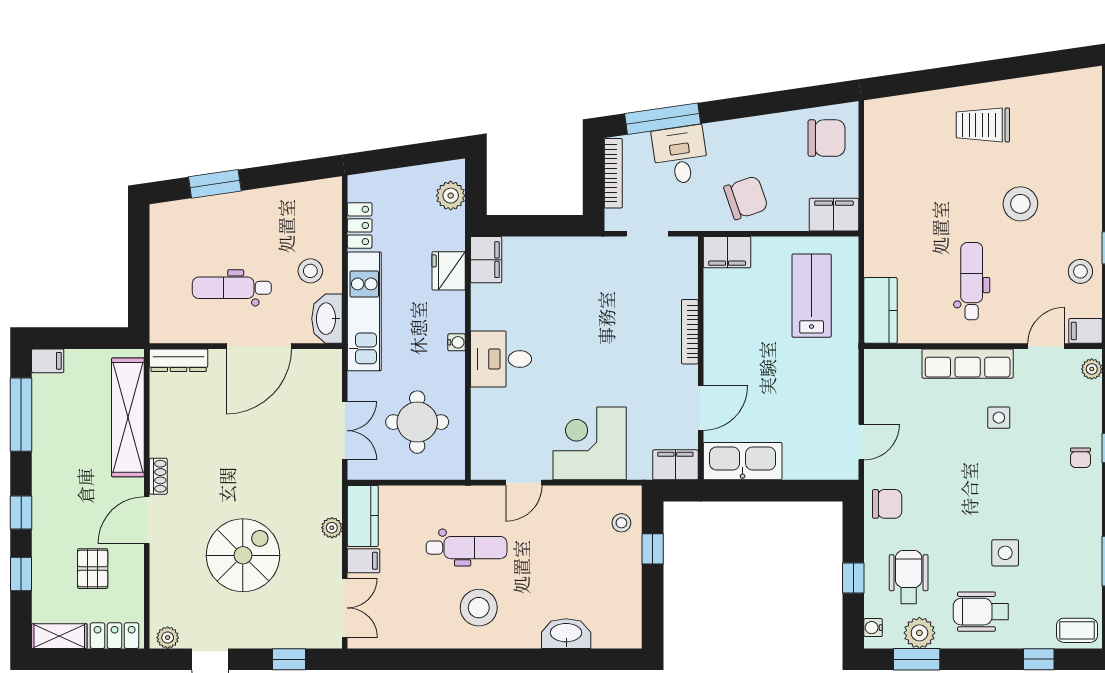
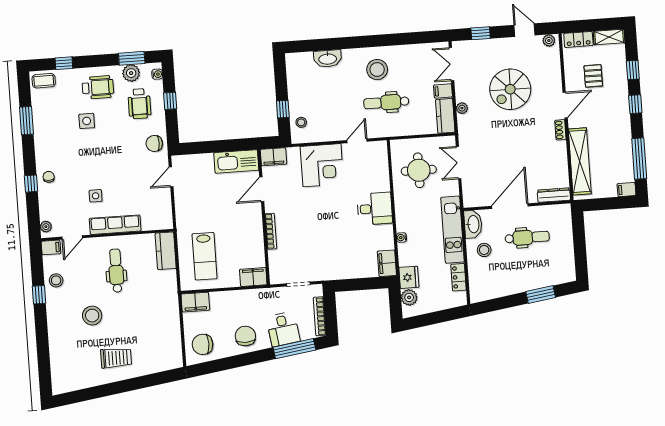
chair: (746, 198) -> (245, 336), moved, turned 109
fridge: (449, 271) -> (409, 277), moved
dental chair: (972, 281) -> (116, 271), turned 180
water cooler: (457, 342) -> (402, 237), moved

